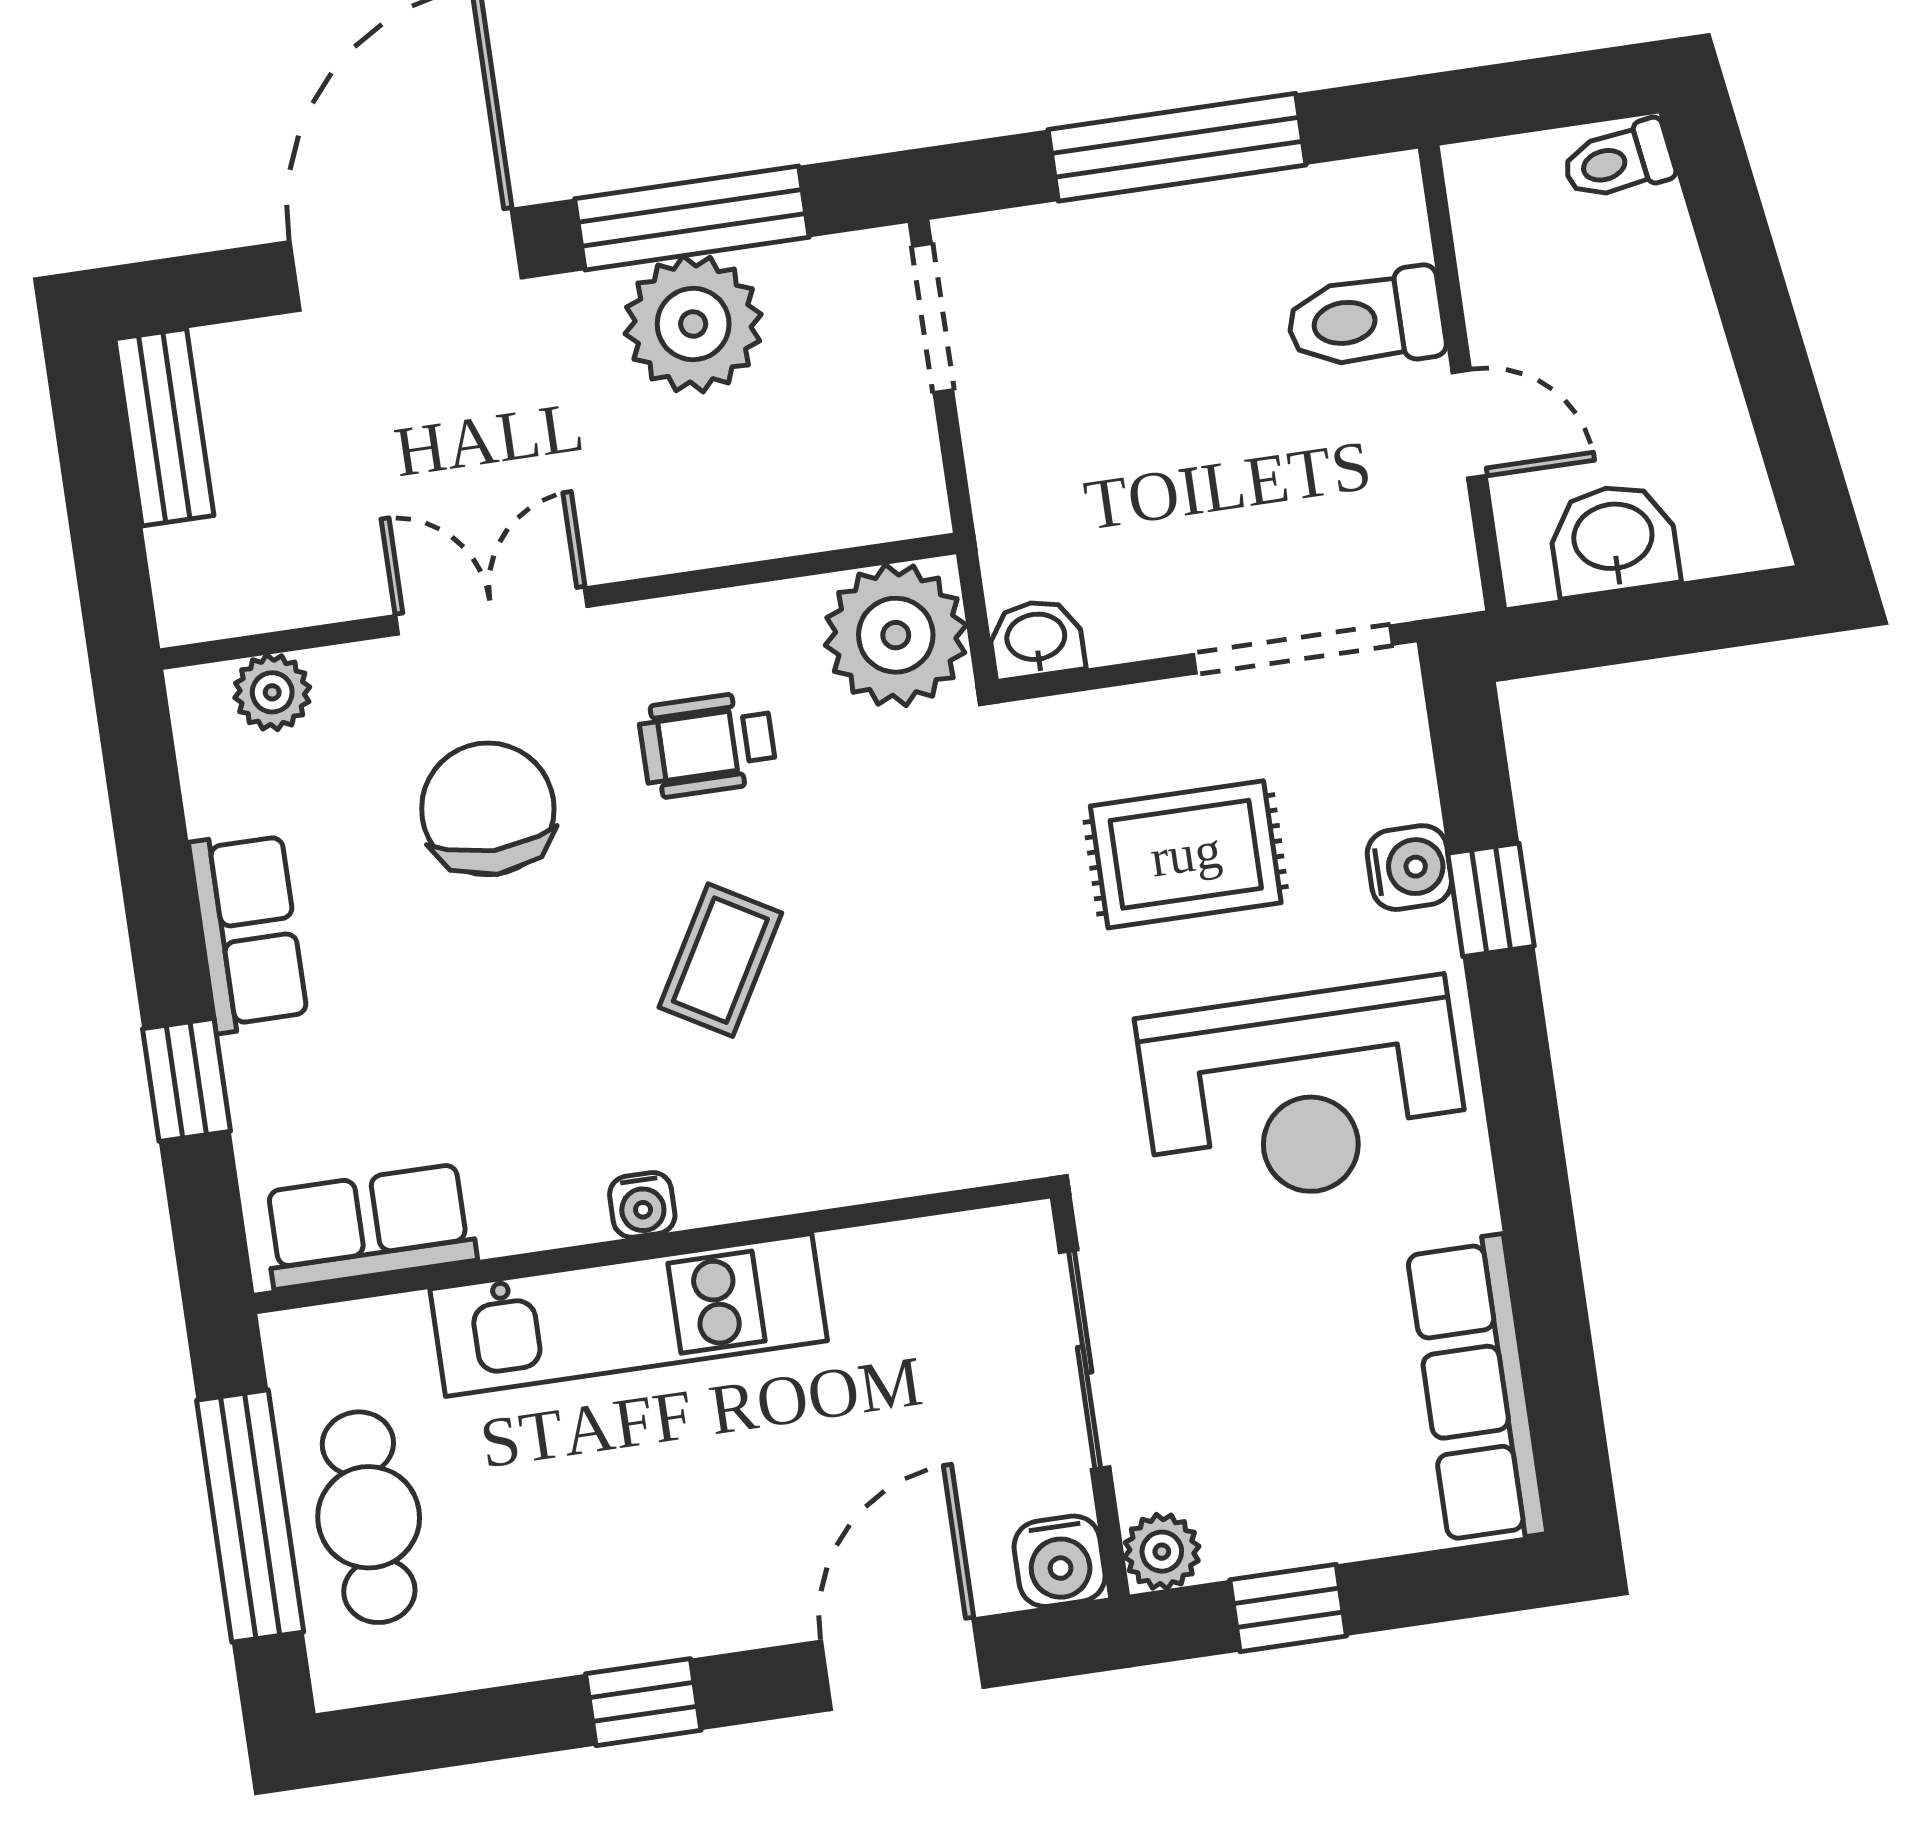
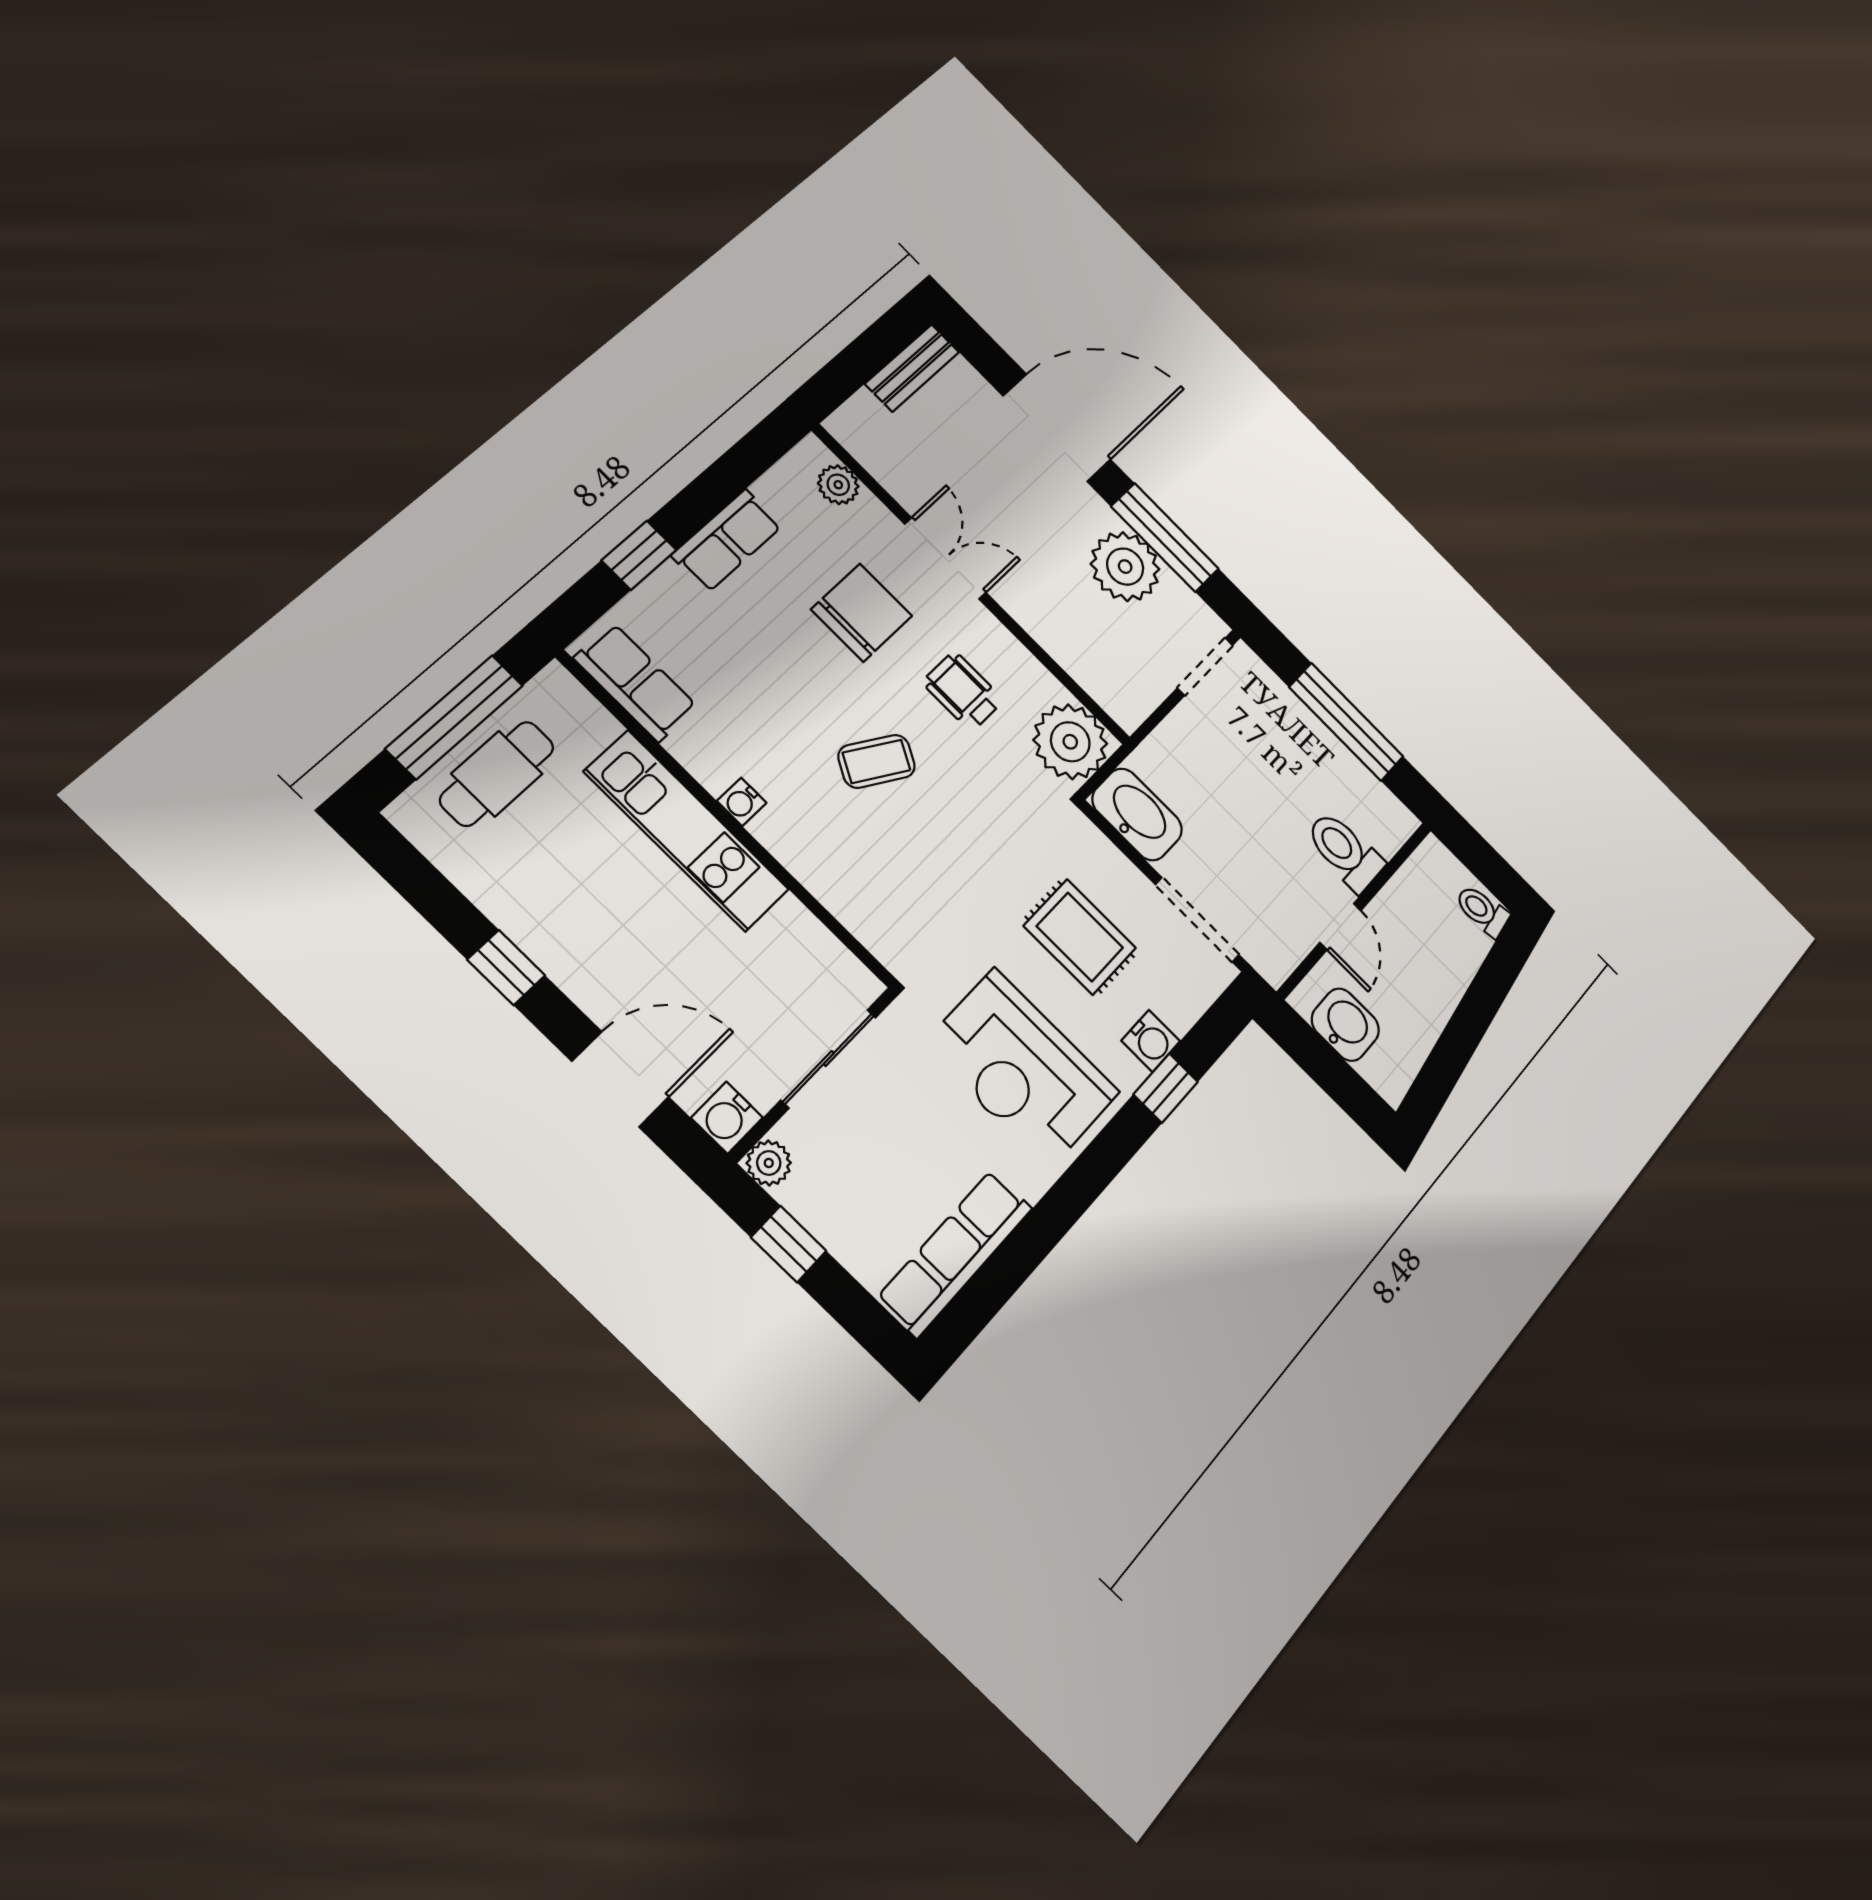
washbasin: (1036, 639) -> (1137, 814), width x1.91, depth x1.45

